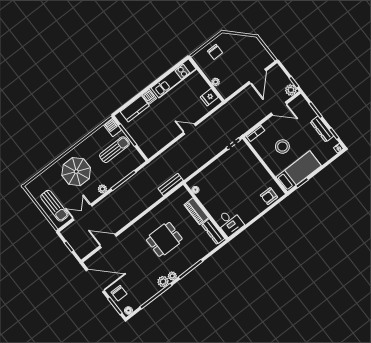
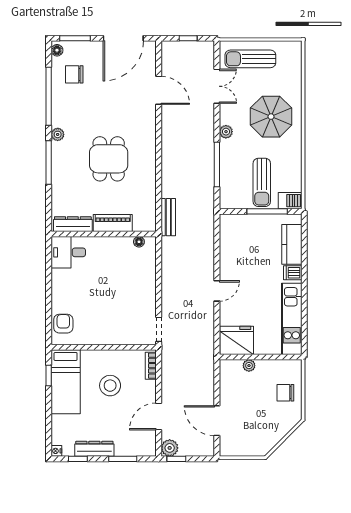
fridge: (209, 97) -> (237, 340), width x1.88, depth x1.34
door: (108, 241) -> (159, 90), hinge flipped
plant: (163, 282) -> (59, 118), removed
chair: (119, 293) -> (74, 74), moved

